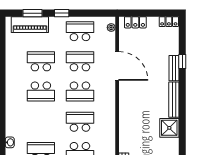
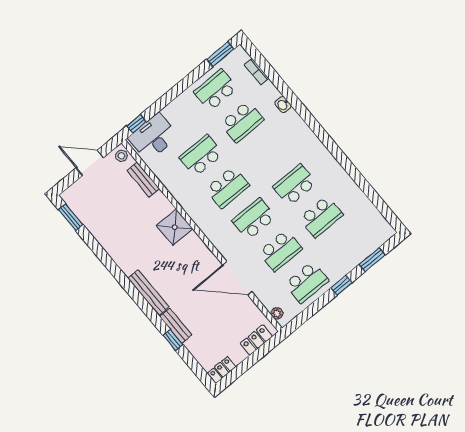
piano: (30, 25) -> (365, 246), removed
shower: (169, 128) -> (175, 227), moved

